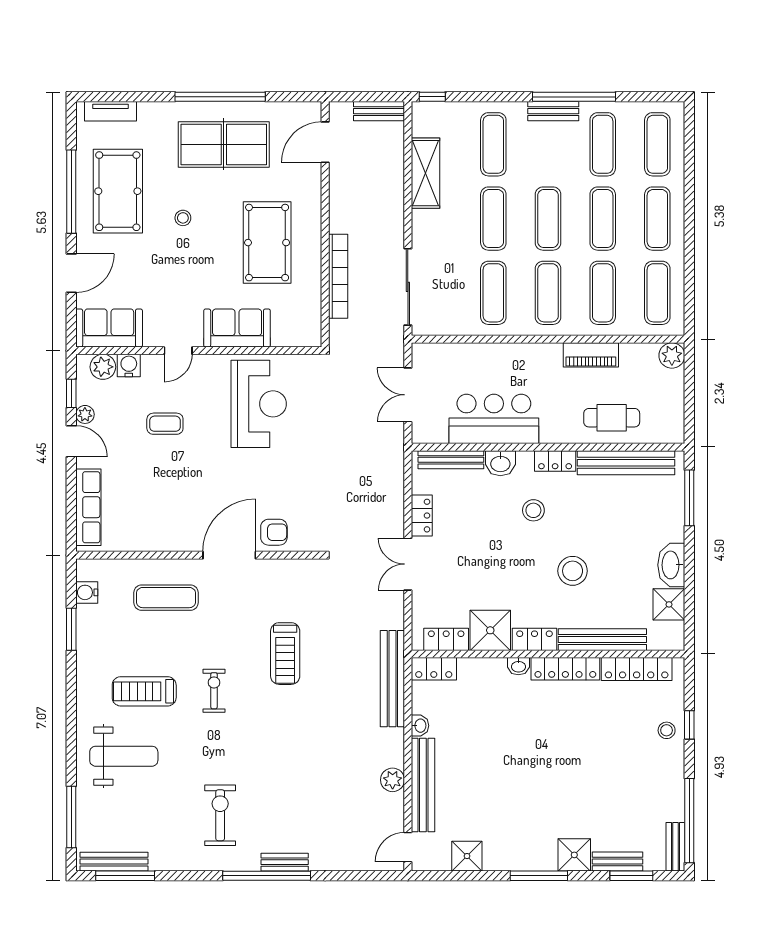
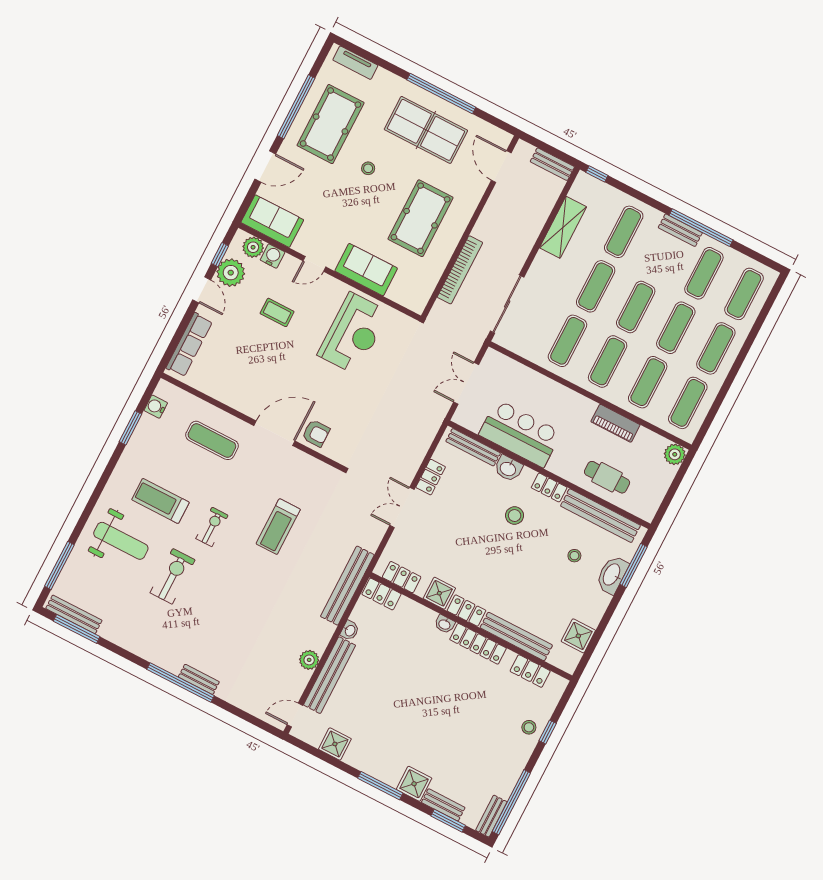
door: (325, 142) -> (501, 167), hinge flipped
plant: (85, 414) -> (231, 273), width x1.87, depth x1.87
washbasin: (671, 565) -> (612, 575), moved
stool: (573, 571) -> (574, 556), moved, width x0.53, depth x0.53
shower: (490, 630) -> (439, 593), width x0.73, depth x0.73
locker: (637, 669) -> (530, 671), width x0.66
exercise bike: (220, 815) -> (173, 576), moved

